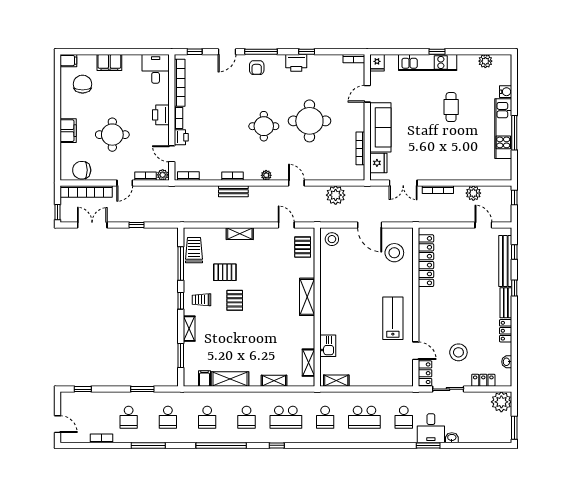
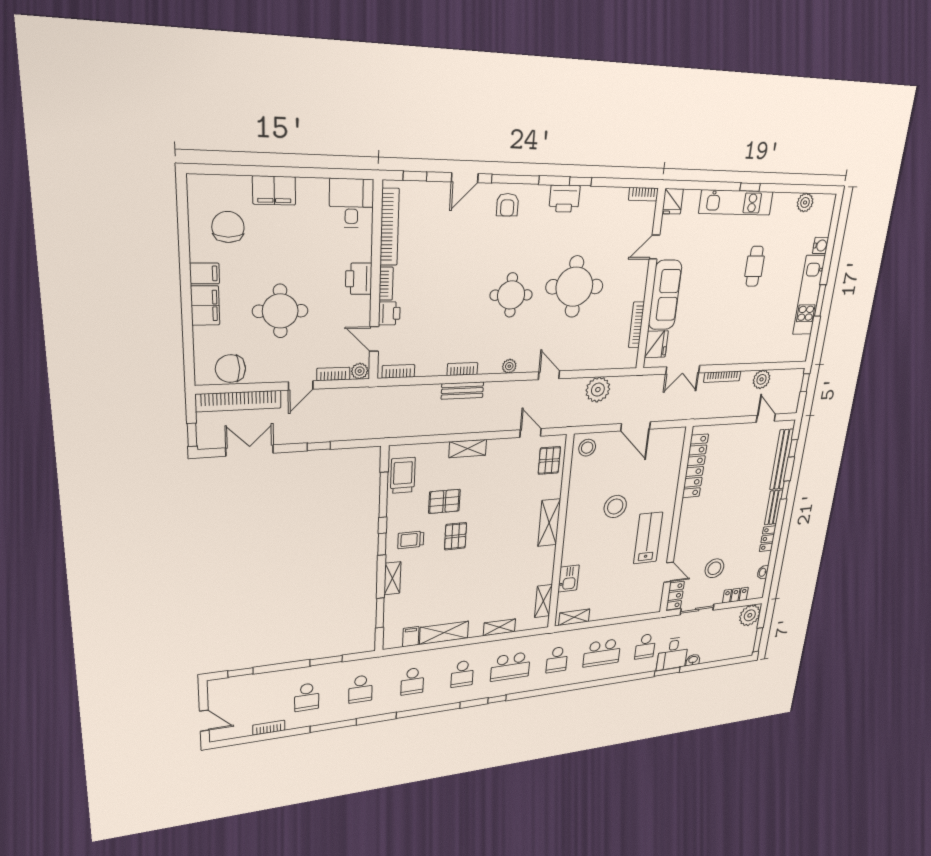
filing cabinet: (68, 61) -> (205, 273), moved
window: (514, 133) -> (820, 300), width x0.69
stool: (394, 253) -> (615, 506), moved

